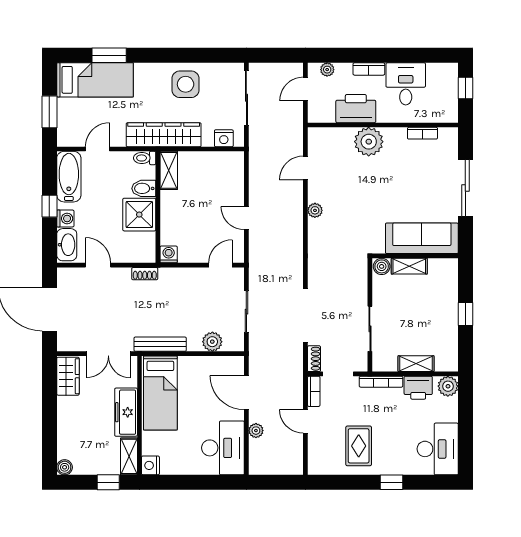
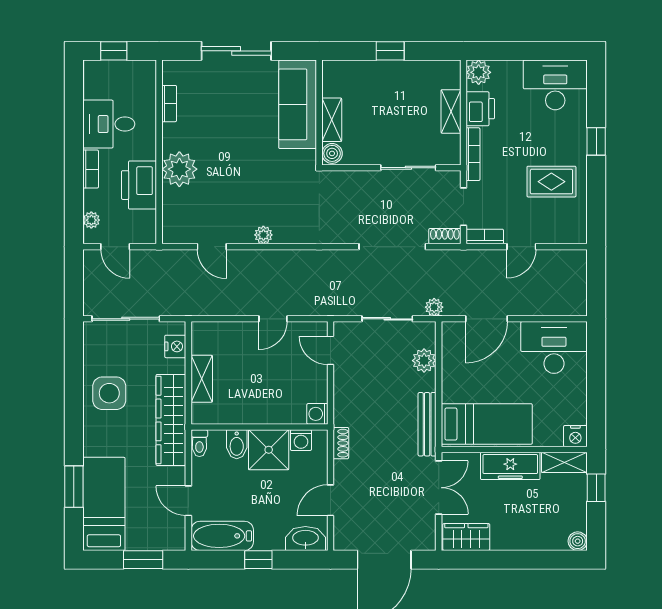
shelving: (169, 170) -> (202, 379), moved, turned 90
washing machine: (65, 218) -> (301, 440), moved, turned 180
plant: (256, 431) -> (434, 307), moved

